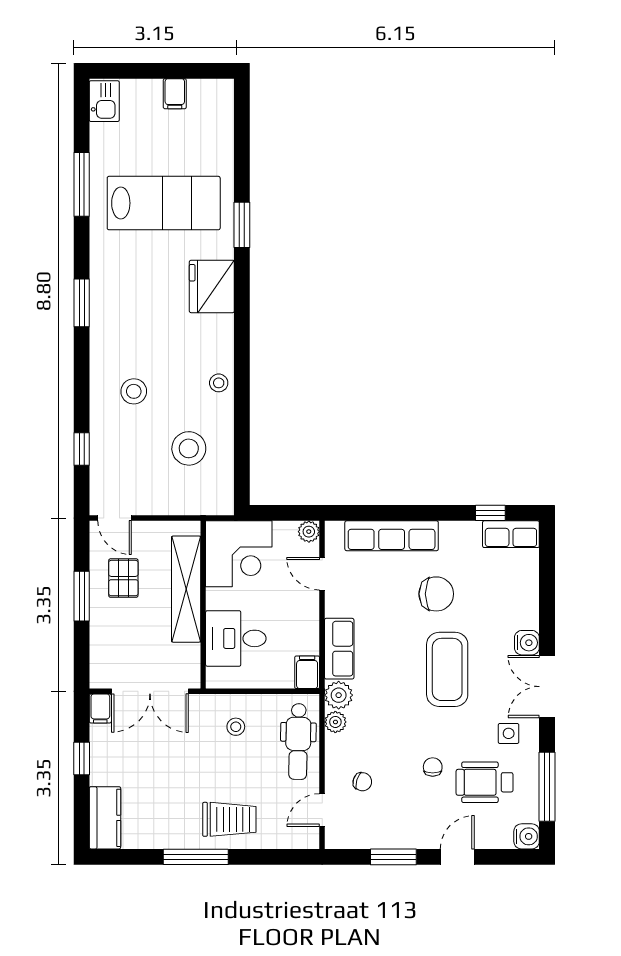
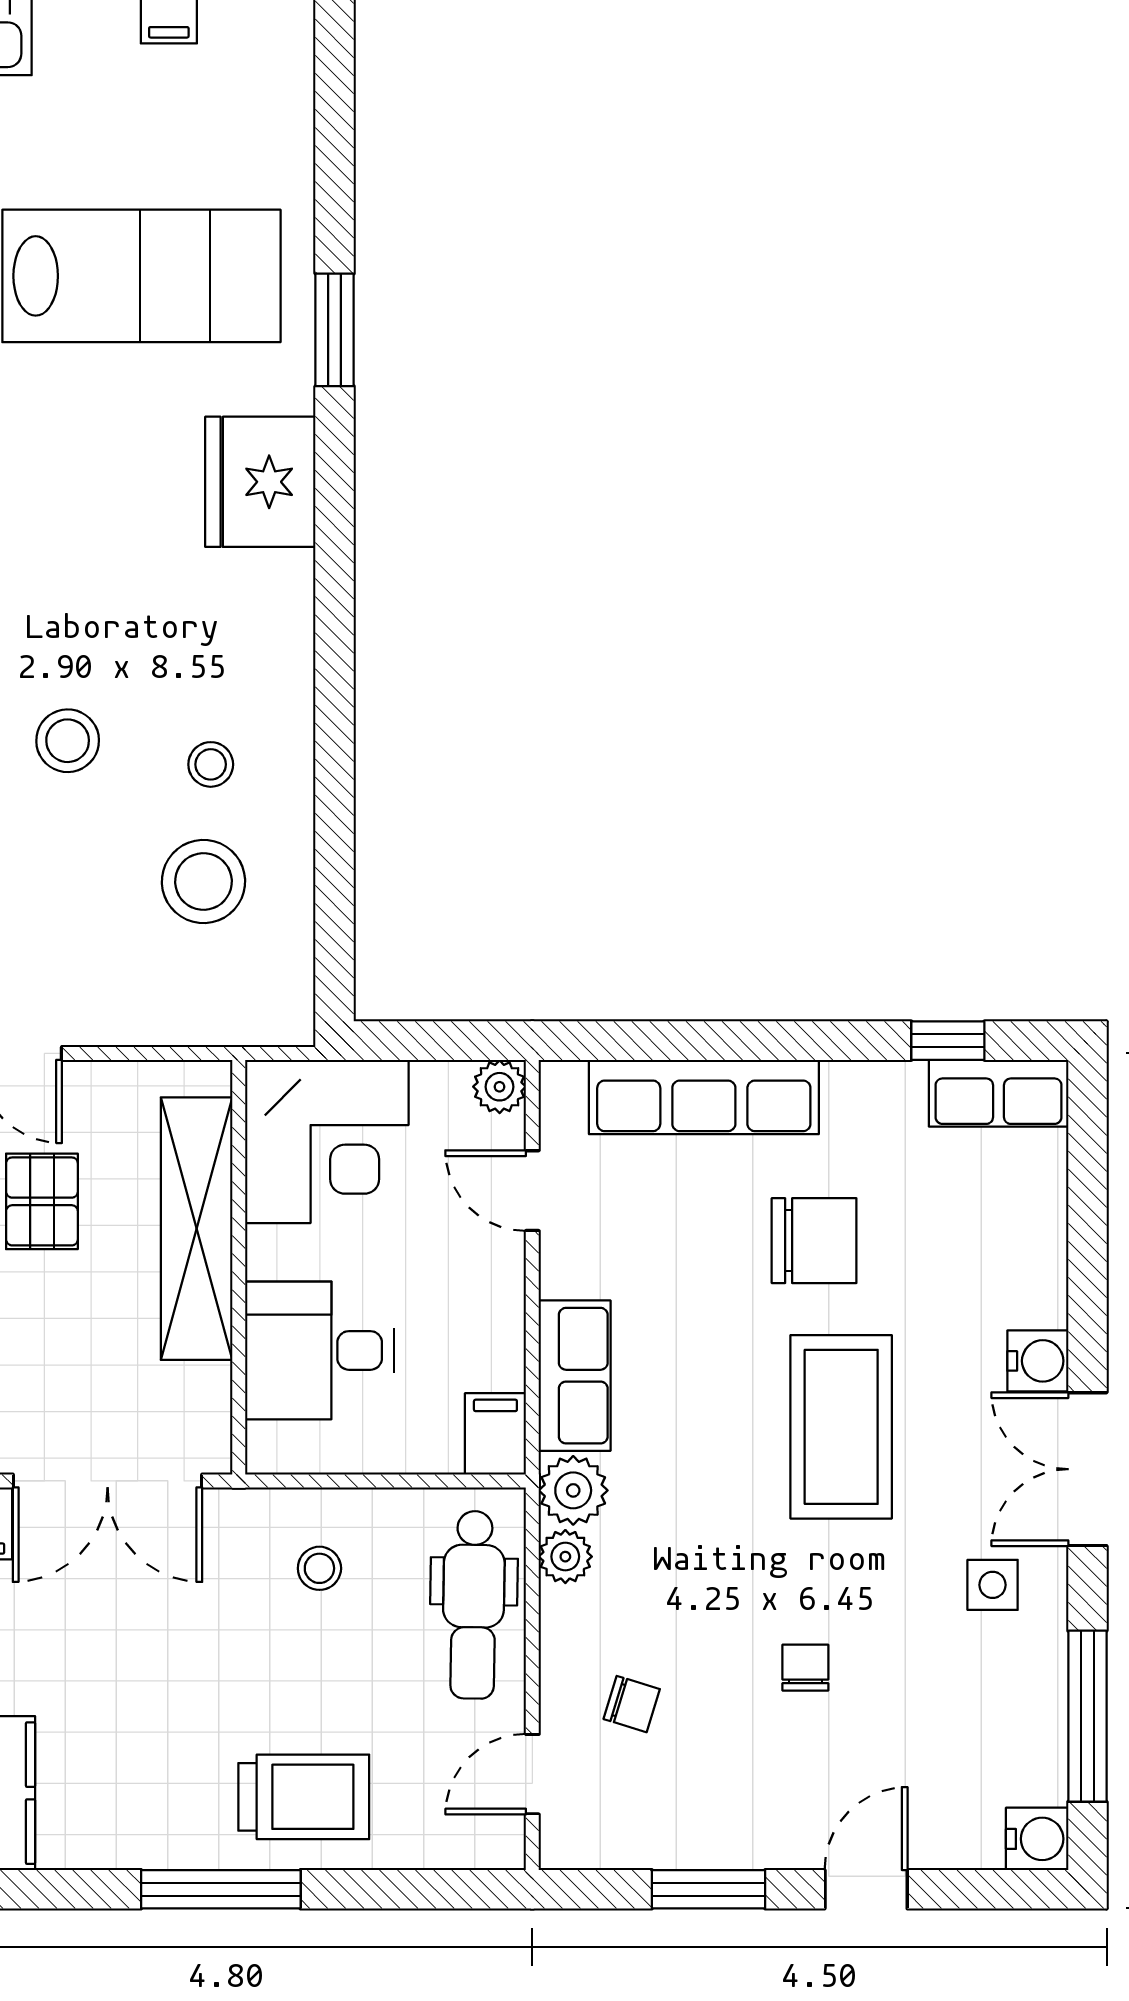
stool: (219, 383) -> (211, 764), moved
wheelchair: (485, 782) -> (933, 1705), removed

